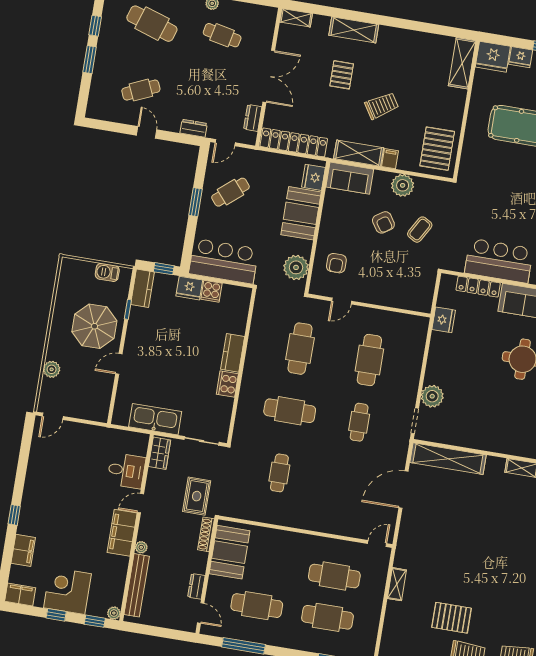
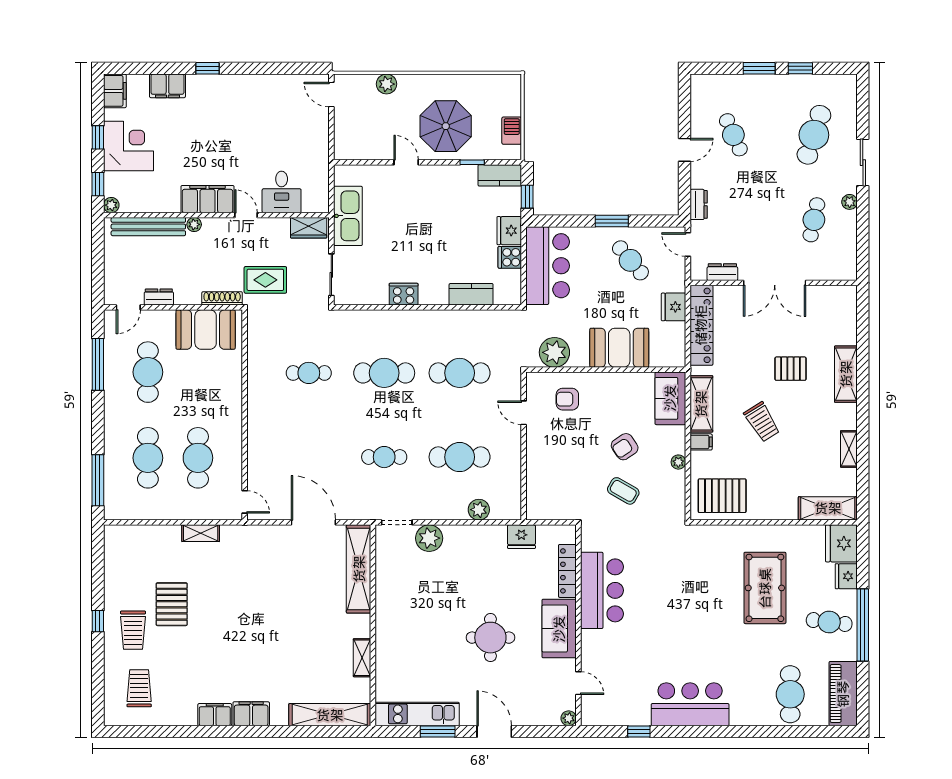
shelving: (296, 18) -> (849, 449), moved
fridge: (313, 177) -> (674, 307), moved, turned -90
plant: (403, 185) -> (678, 462), width x0.53, depth x0.53
plant: (416, 351) -> (479, 510), added
kitchen counter: (233, 353) -> (471, 294), moved
cafe table: (290, 411) -> (384, 373), turned 90

